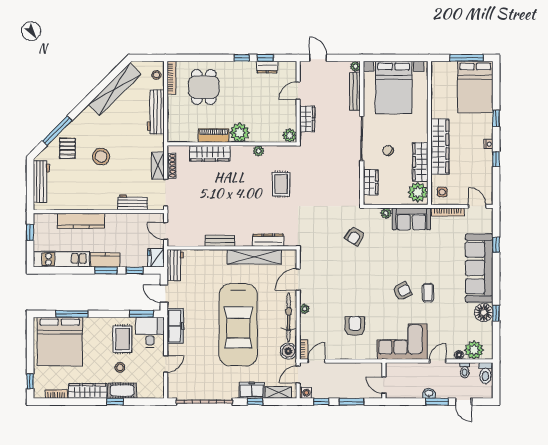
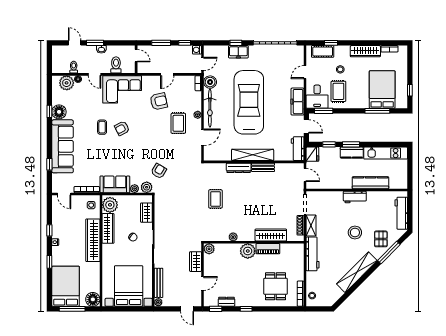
window: (265, 58) -> (216, 309), moved
floor lamp: (440, 70) -> (93, 299), added
shelving: (114, 89) -> (357, 272), moved
workbench: (156, 112) -> (313, 254), moved
rug: (281, 184) -> (215, 199), moved
workbench: (132, 202) -> (355, 197), moved
plant: (370, 215) -> (147, 187), added
window: (30, 232) -> (410, 174), removed
dresser: (268, 240) -> (239, 168), moved
shelving: (254, 257) -> (253, 155), moved
rug: (329, 298) -> (178, 123), added
armchair: (355, 326) -> (159, 101), turned -102
bed: (60, 341) -> (382, 90), width x0.73
door: (316, 361) -> (167, 74), moved
door: (438, 361) -> (95, 74), hinge flipped
toilet: (485, 373) -> (116, 65), moved
window: (30, 381) -> (410, 90), moved
cot: (122, 391) -> (323, 51), moved
shelving: (278, 392) -> (218, 50), removed
window: (115, 402) -> (331, 43), moved

